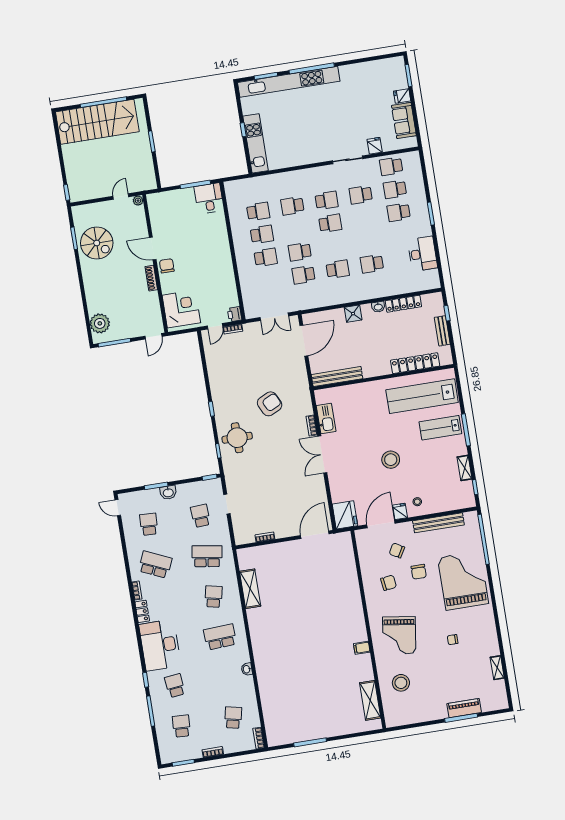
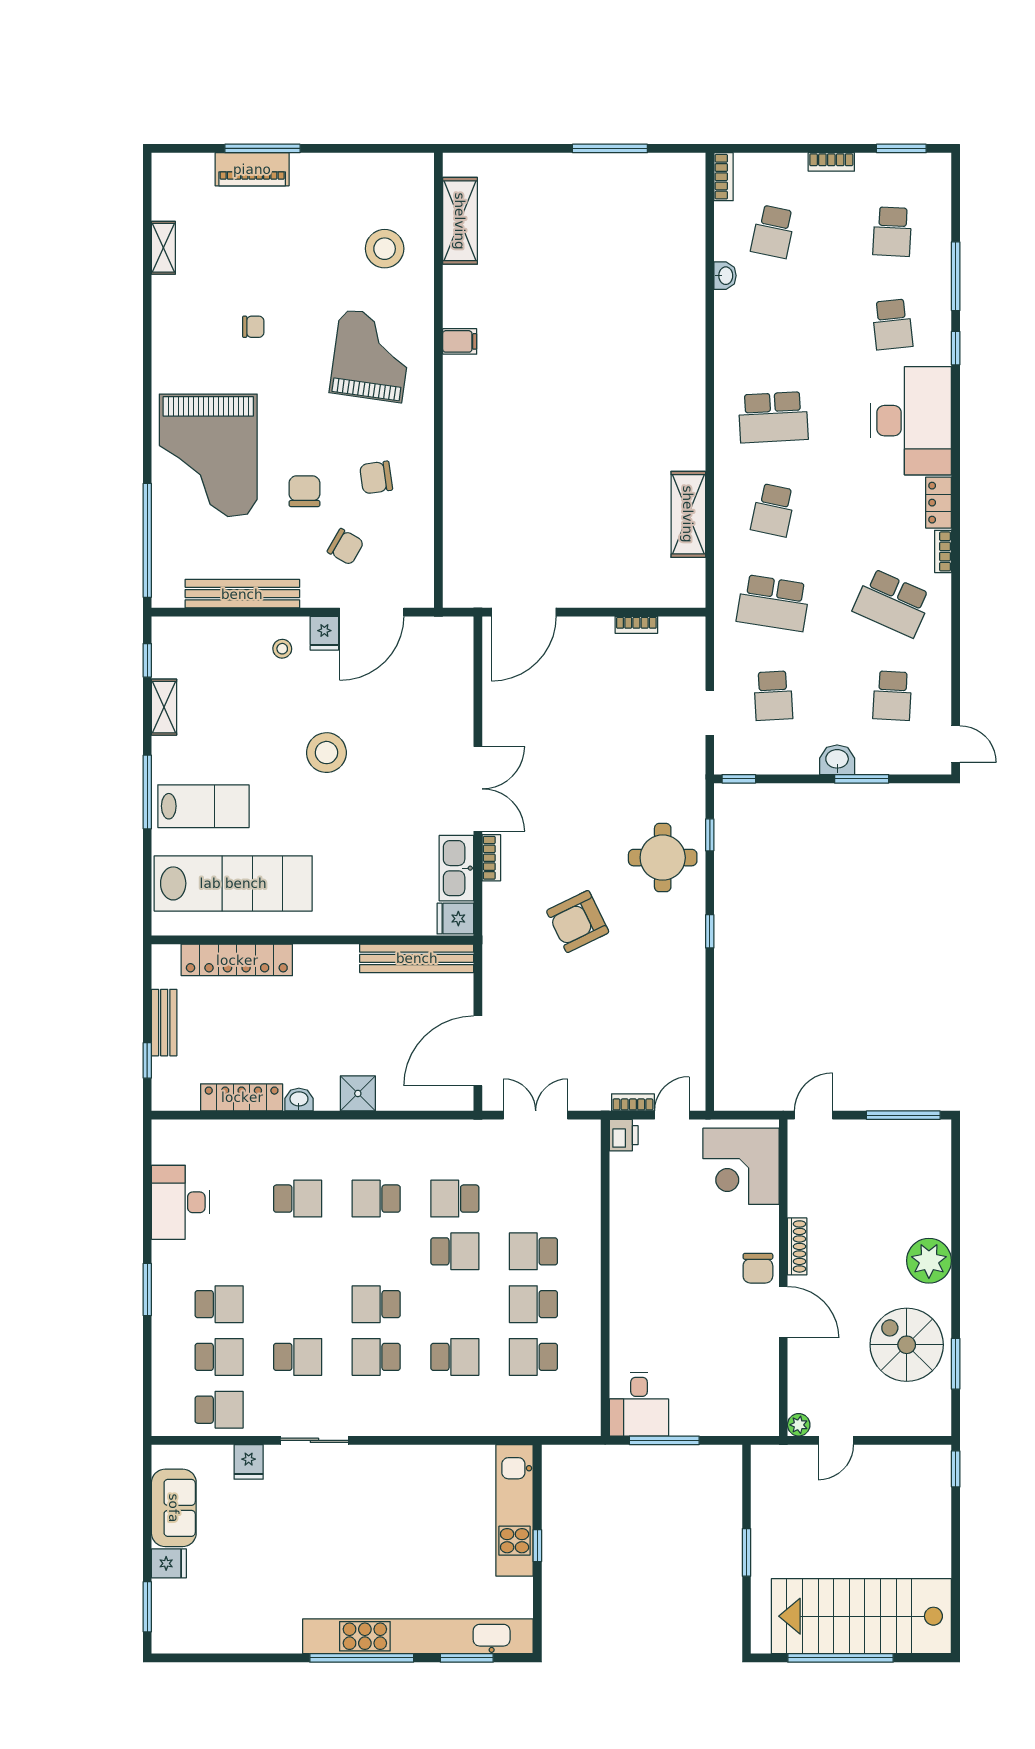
school desk: (304, 275) -> (455, 1199), turned 180
plant: (100, 323) -> (929, 1261), moved
fridge: (345, 515) -> (455, 919), moved, width x0.53, depth x0.75
washbasin: (247, 669) -> (725, 276), moved

